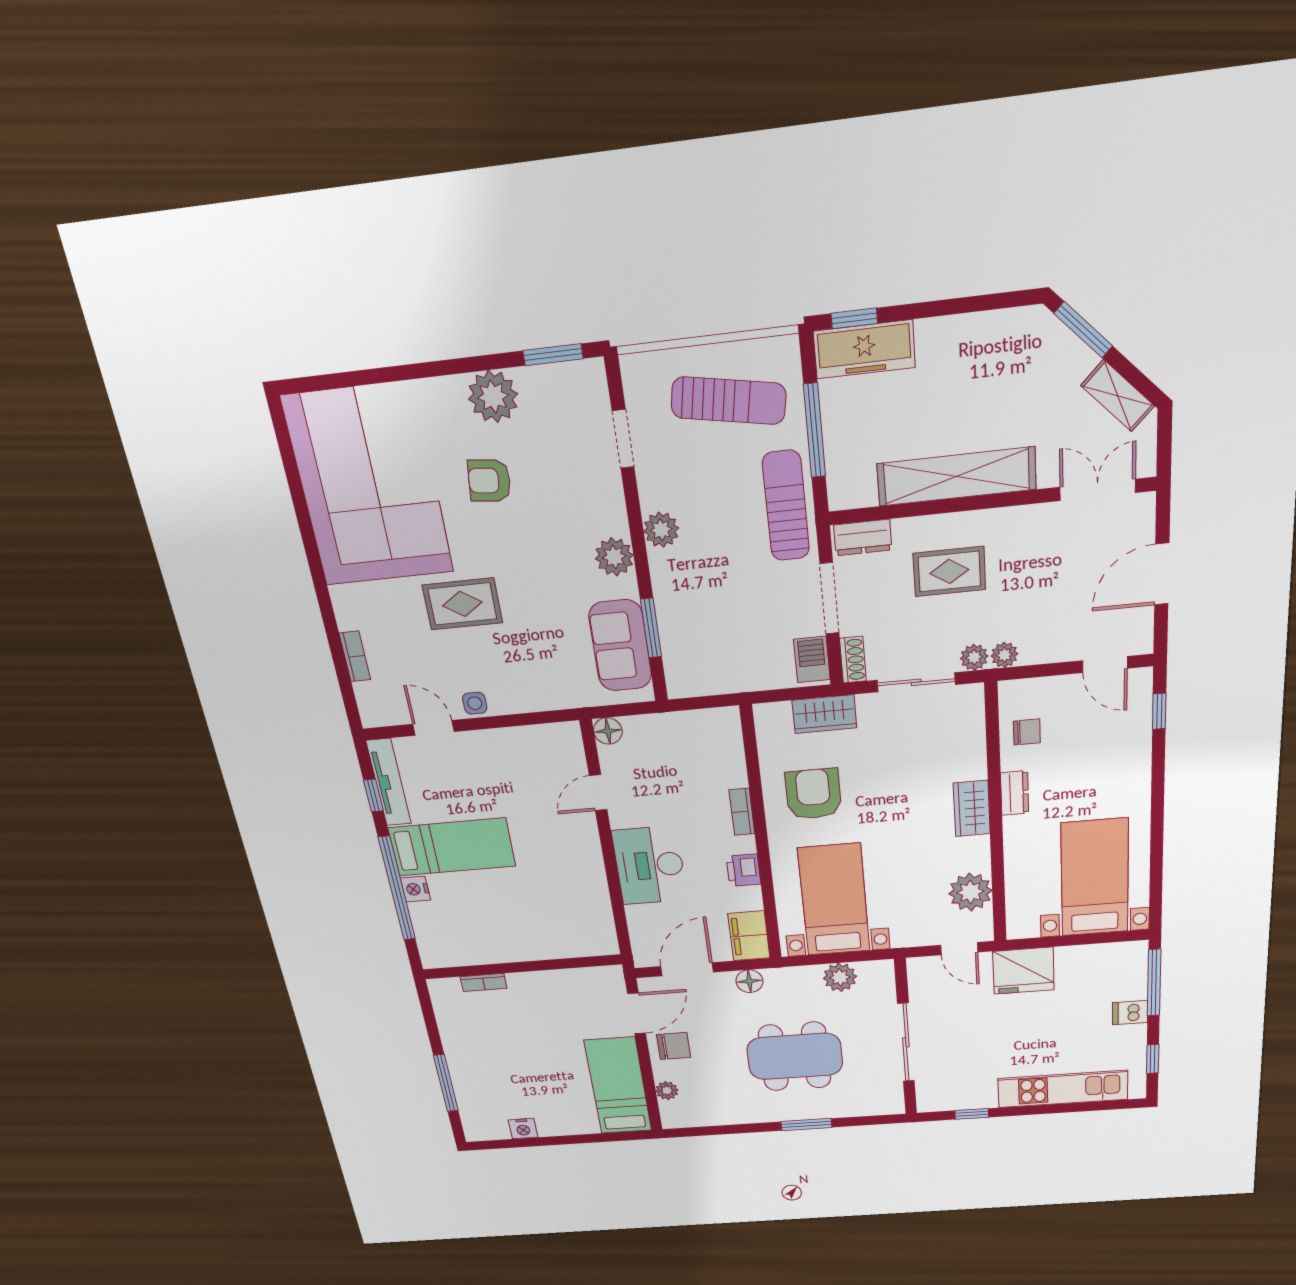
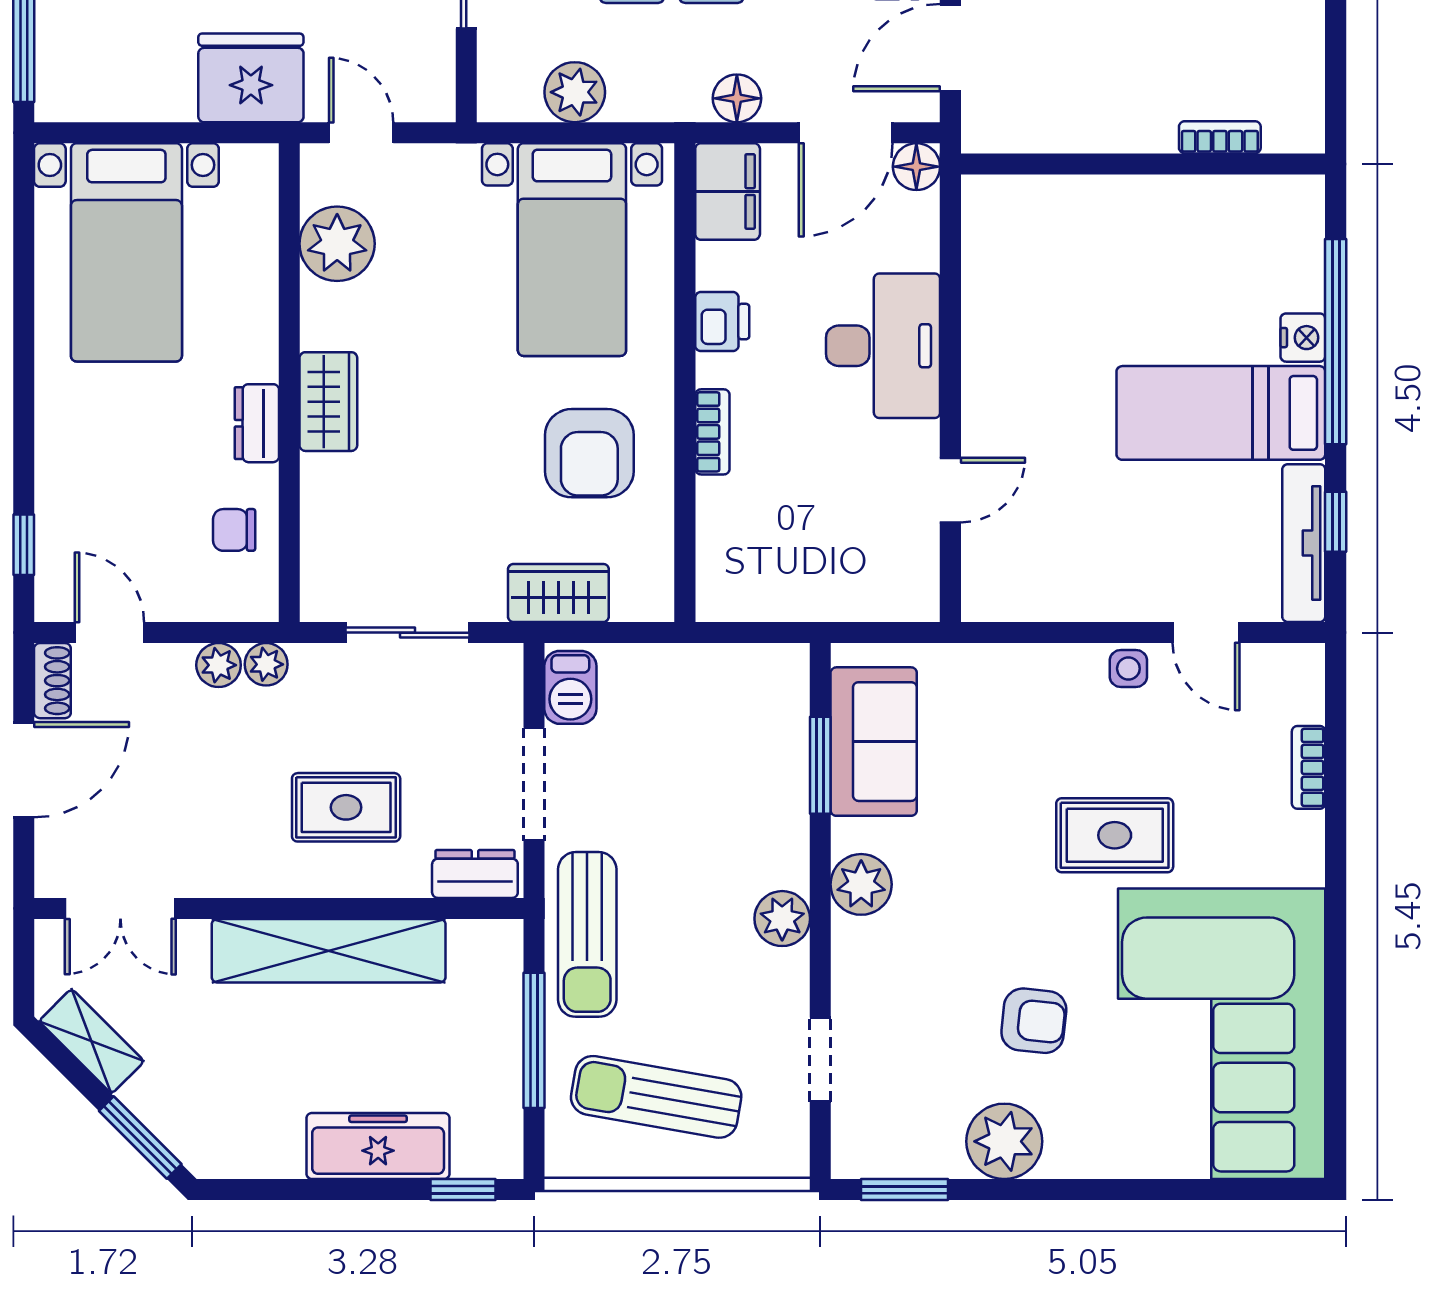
freezer: (864, 349) -> (378, 1146), moved
plant: (974, 657) -> (219, 665), moved
shoe rack: (853, 660) -> (52, 681), moved, turned 180
floor lamp: (608, 731) -> (916, 167), moved

